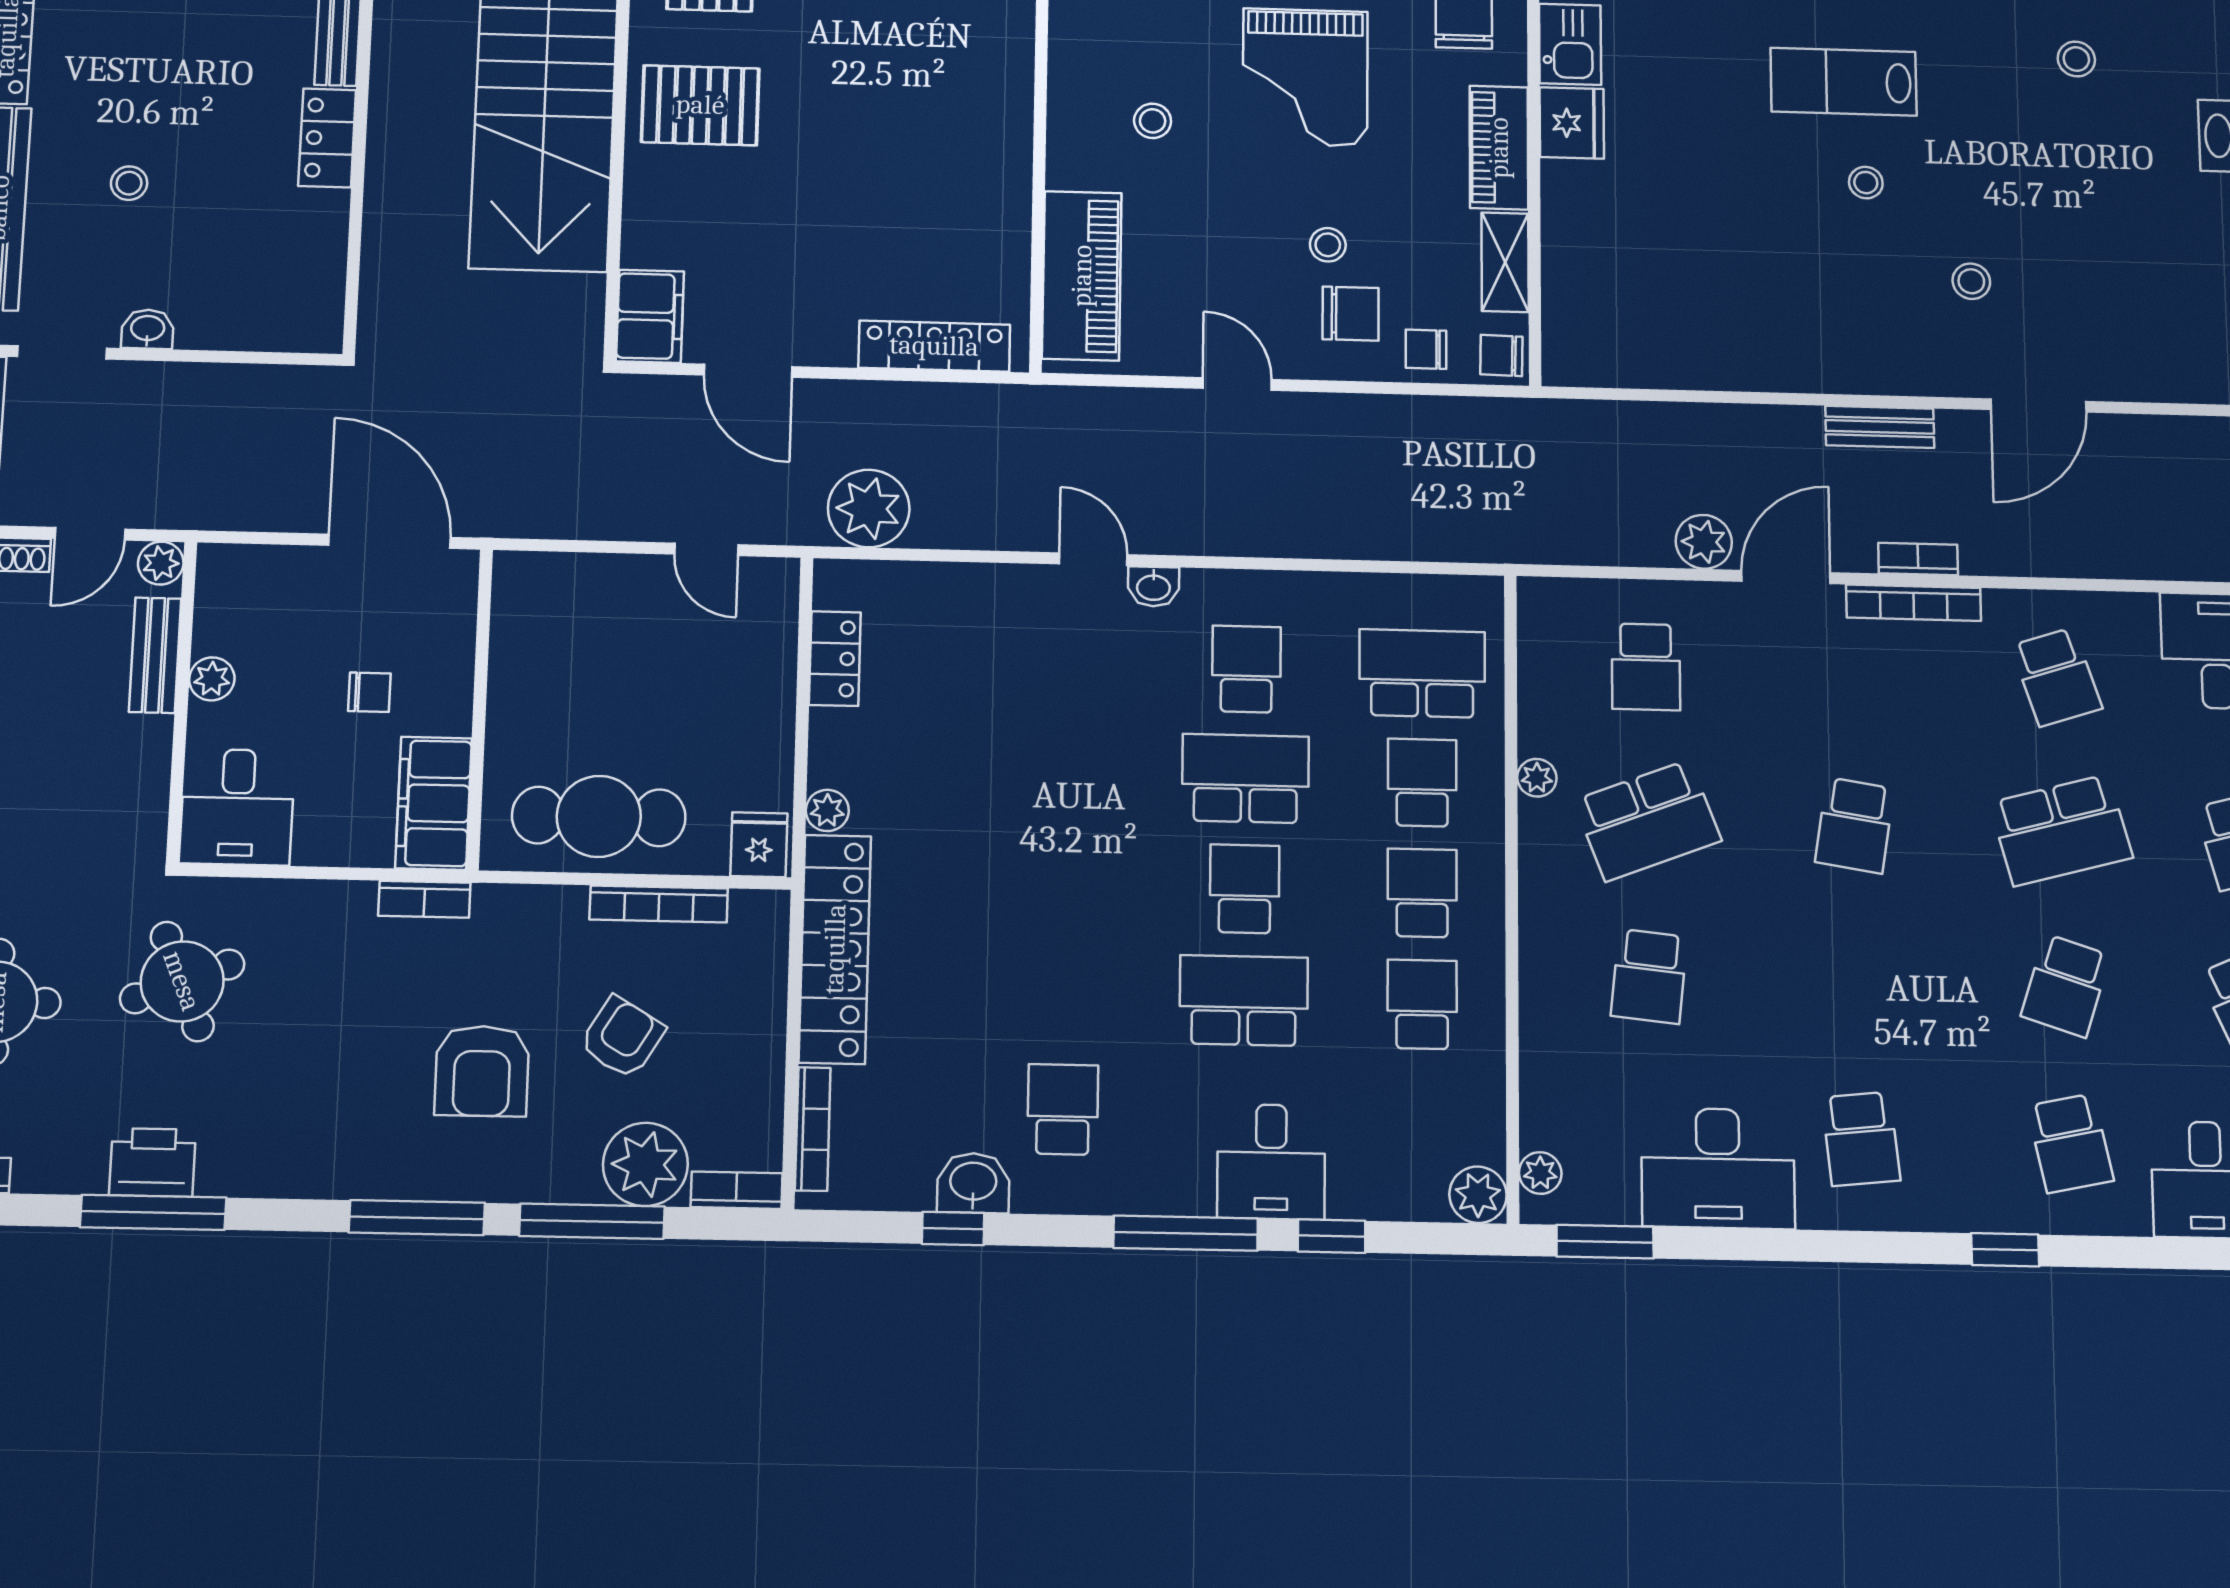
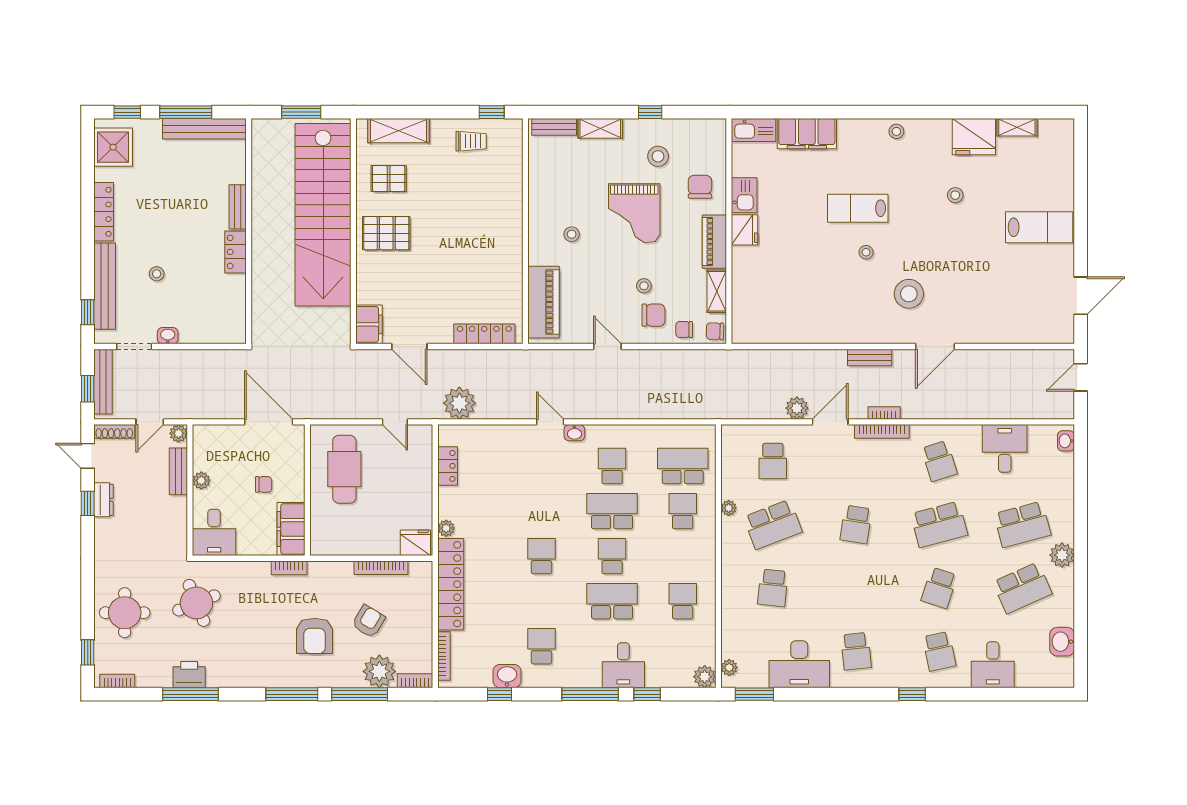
stool: (1971, 281) -> (909, 294), width x1.89, depth x1.89
cafe table: (599, 816) -> (344, 469), moved, turned 90
fridge: (759, 845) -> (415, 543), width x1.38
school desk: (1422, 893) -> (541, 556), moved

